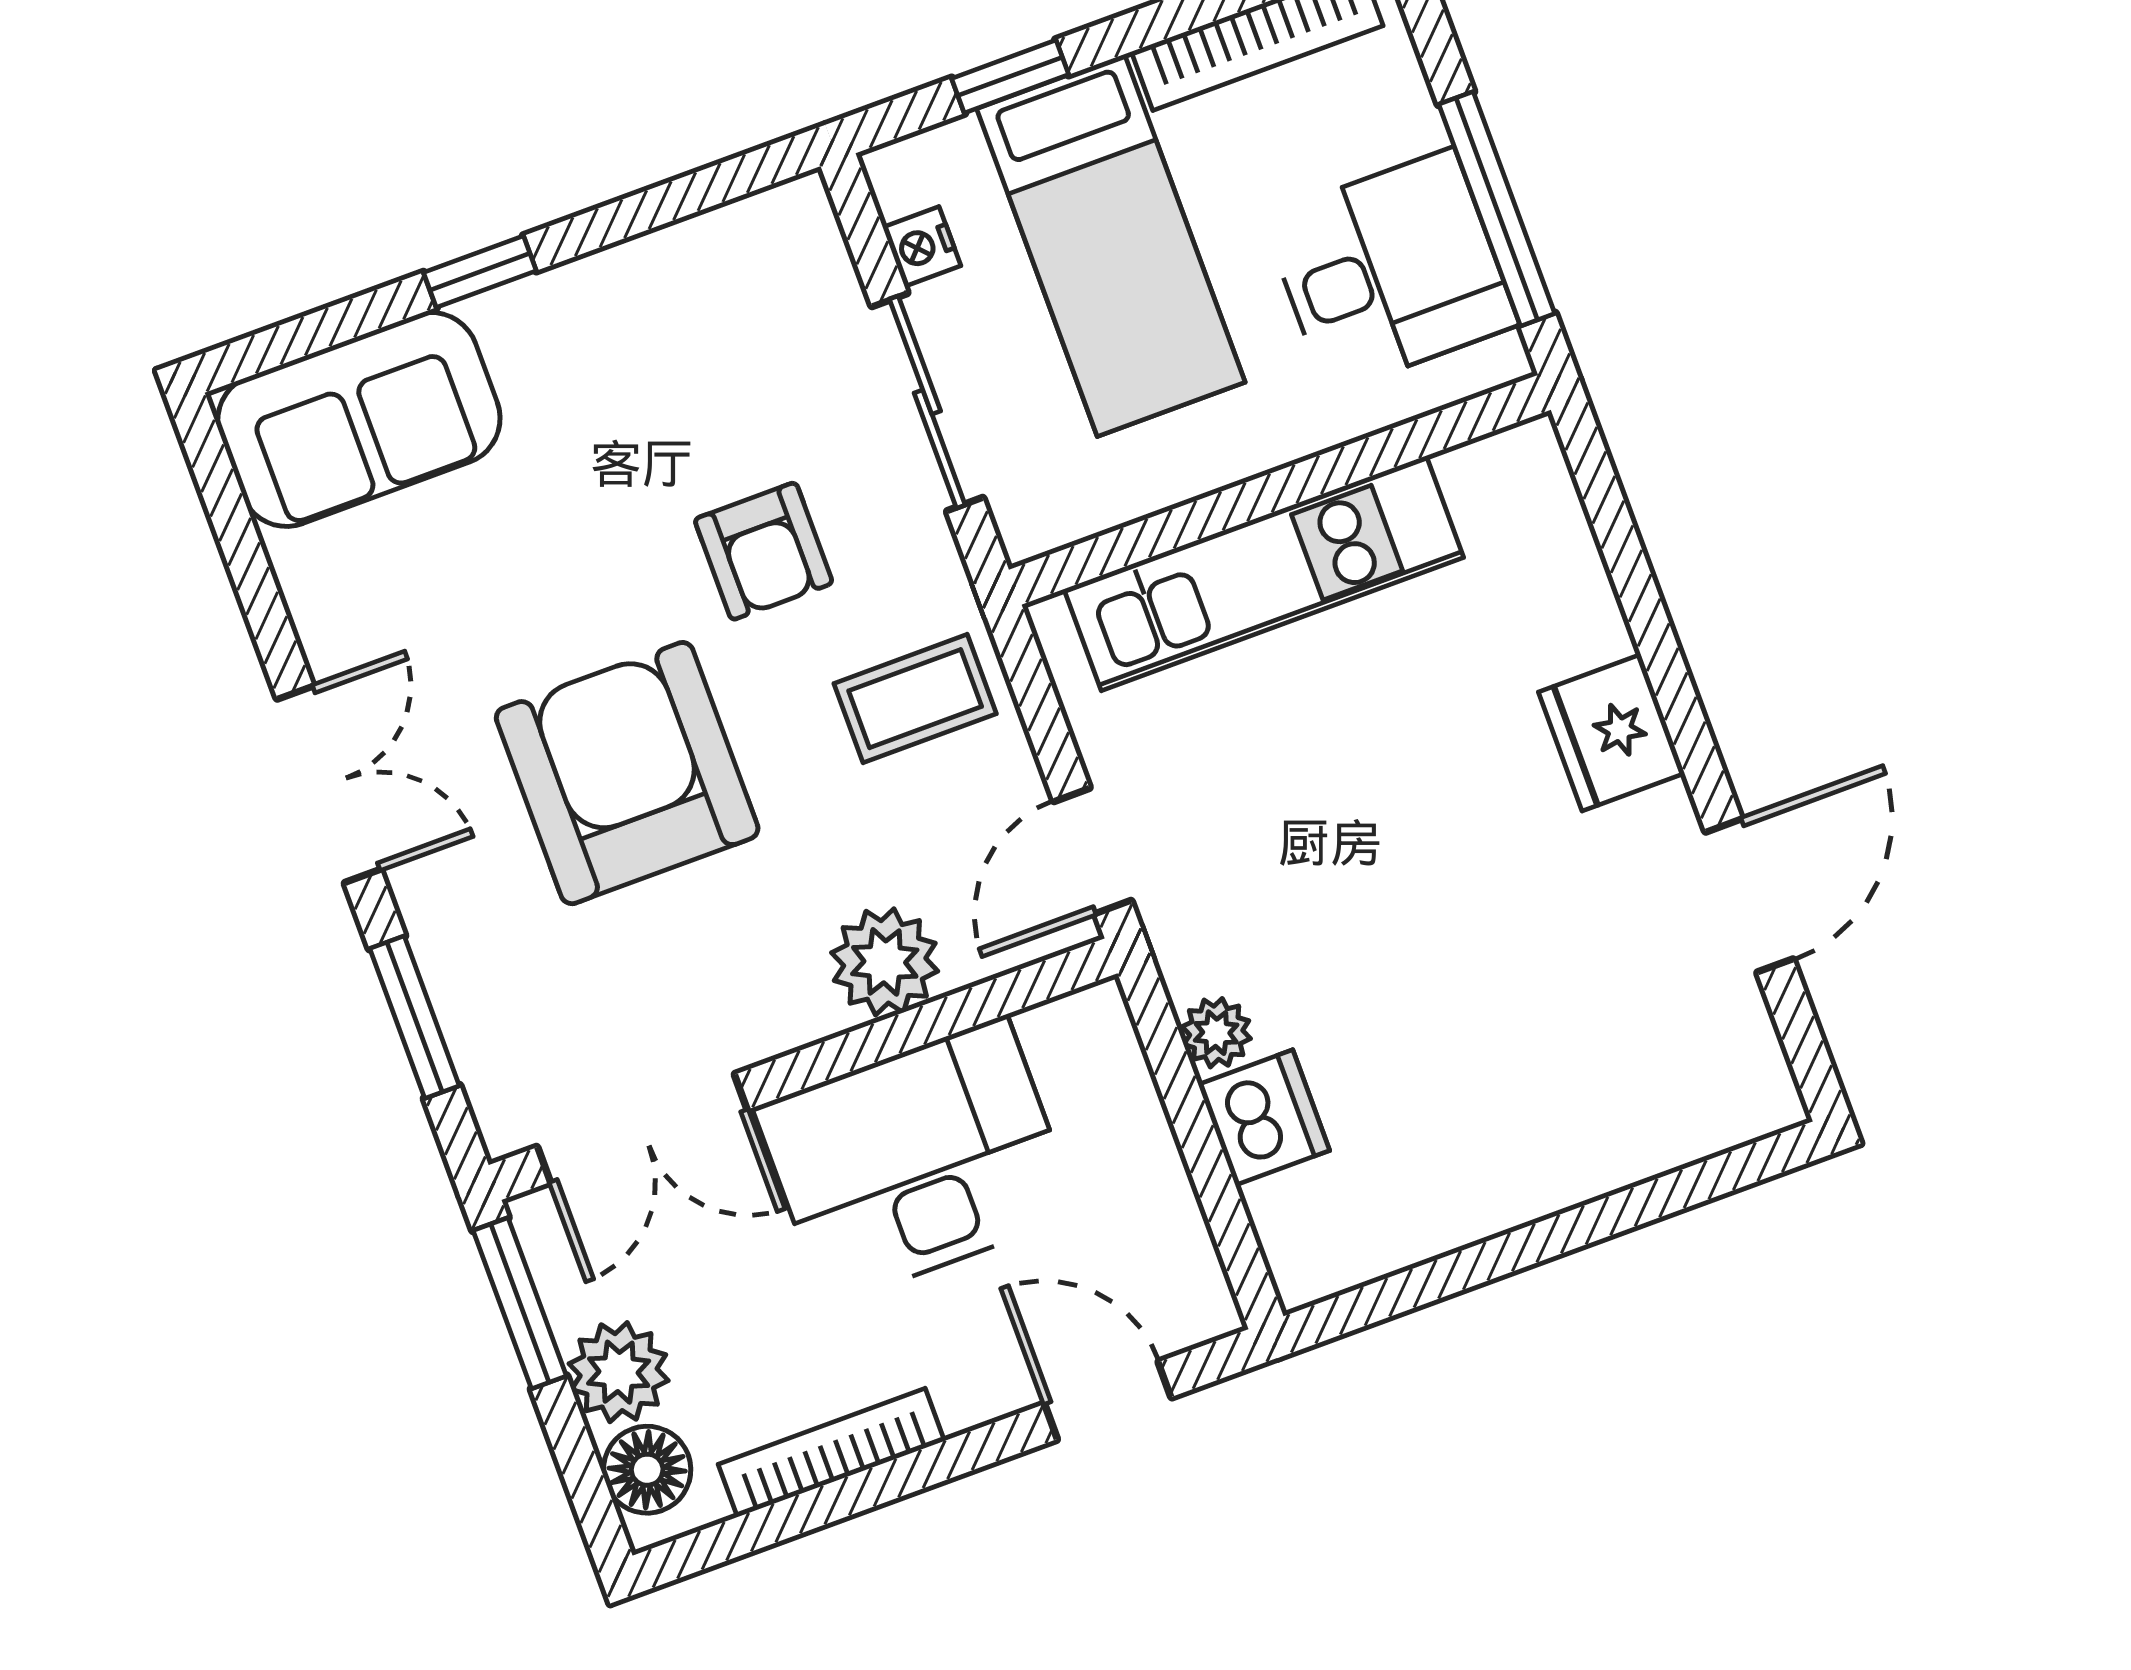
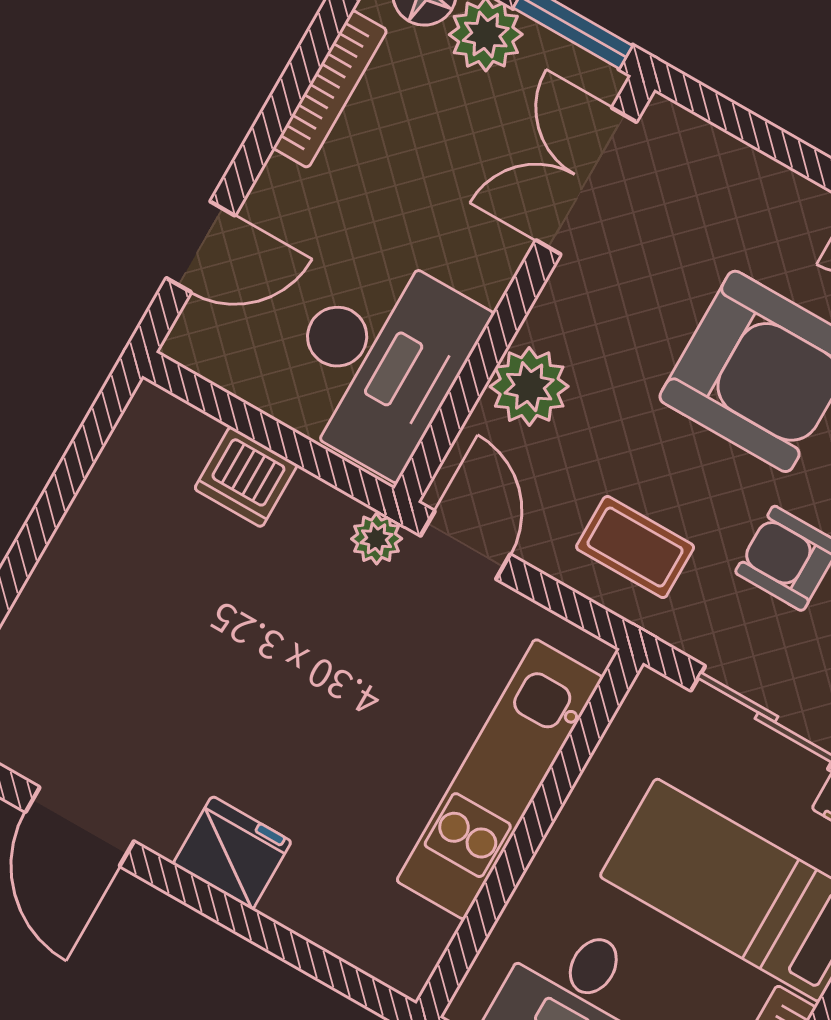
coffee table: (915, 699) -> (635, 547), turned 90
window: (414, 1017) -> (765, 137), removed
plant: (1216, 1033) -> (377, 539), moved
desk: (916, 1161) -> (379, 360), moved

